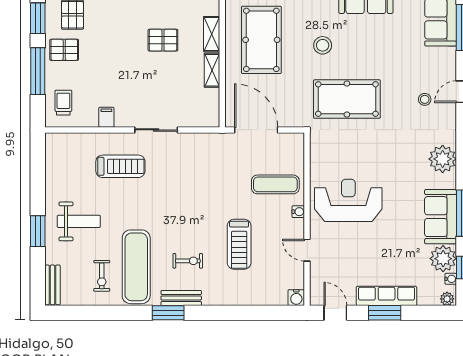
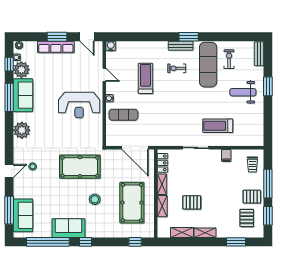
locker: (211, 105) -> (162, 163), added

